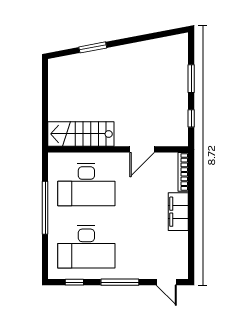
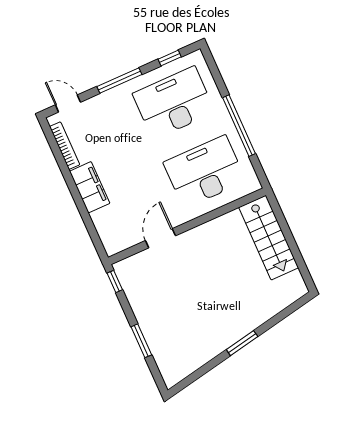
window: (93, 47) -> (242, 343), moved
window: (191, 118) -> (115, 281), moved
stairs: (81, 134) -> (269, 238), moved, turned 90
bookcase: (183, 172) -> (65, 146), moved

